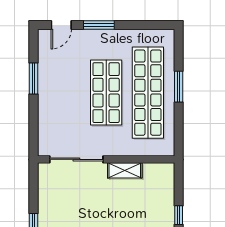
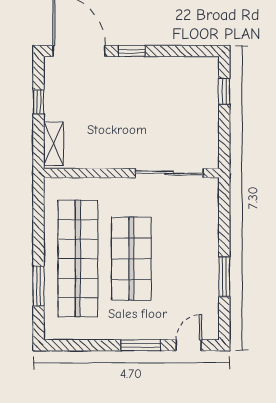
window: (179, 87) -> (39, 286), moved
shelving: (125, 170) -> (54, 144), moved, turned 90

